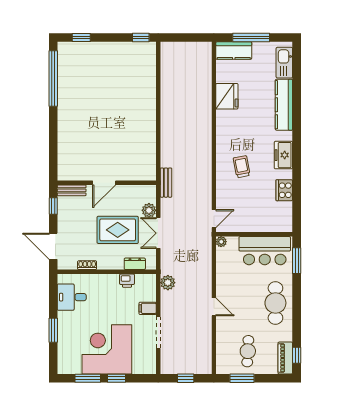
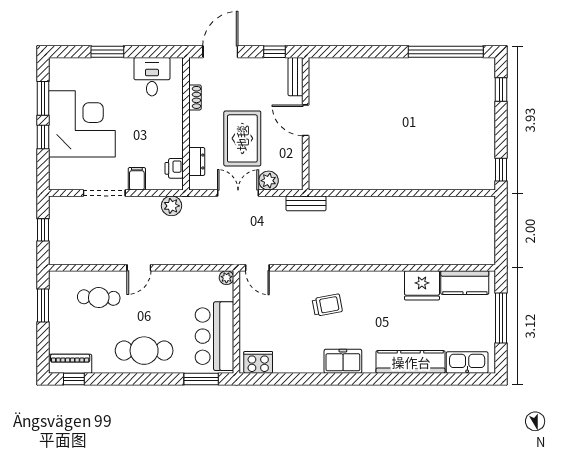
kitchen counter: (234, 51) -> (465, 283), moved, turned -90
cooker: (284, 190) -> (258, 362), moved
printer: (127, 281) -> (174, 168), moved
cafe table: (248, 351) -> (99, 298), moved

